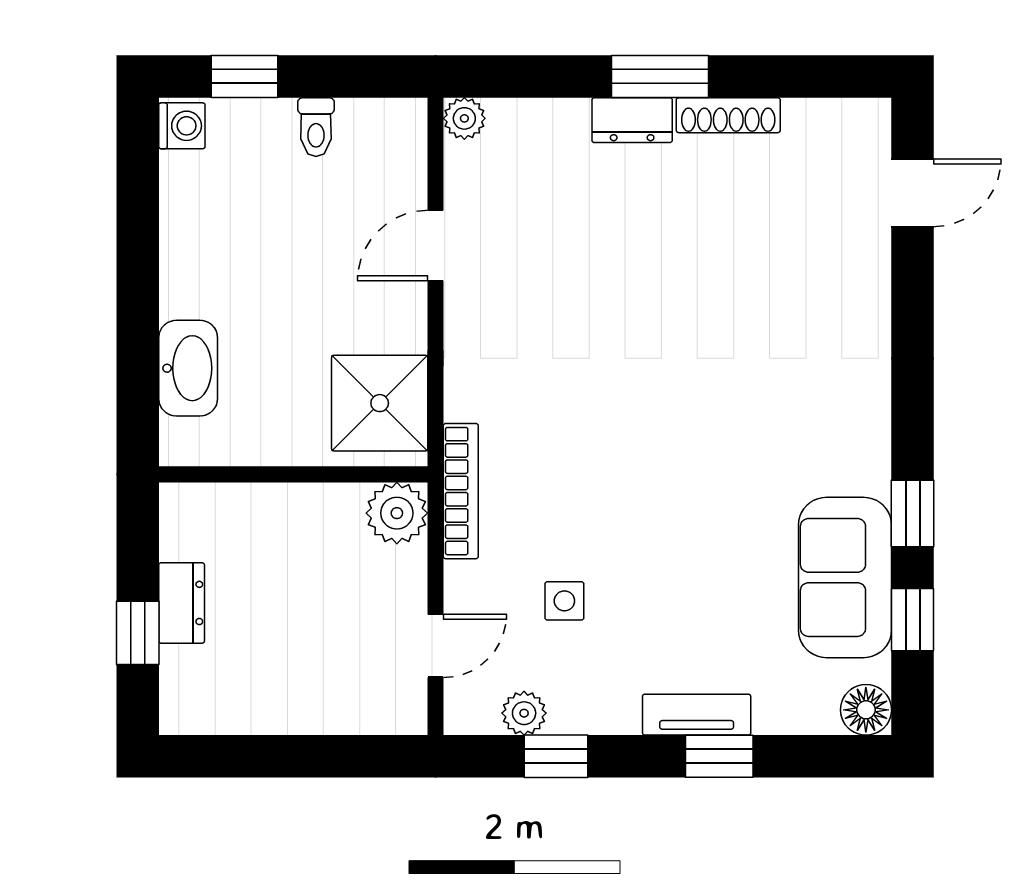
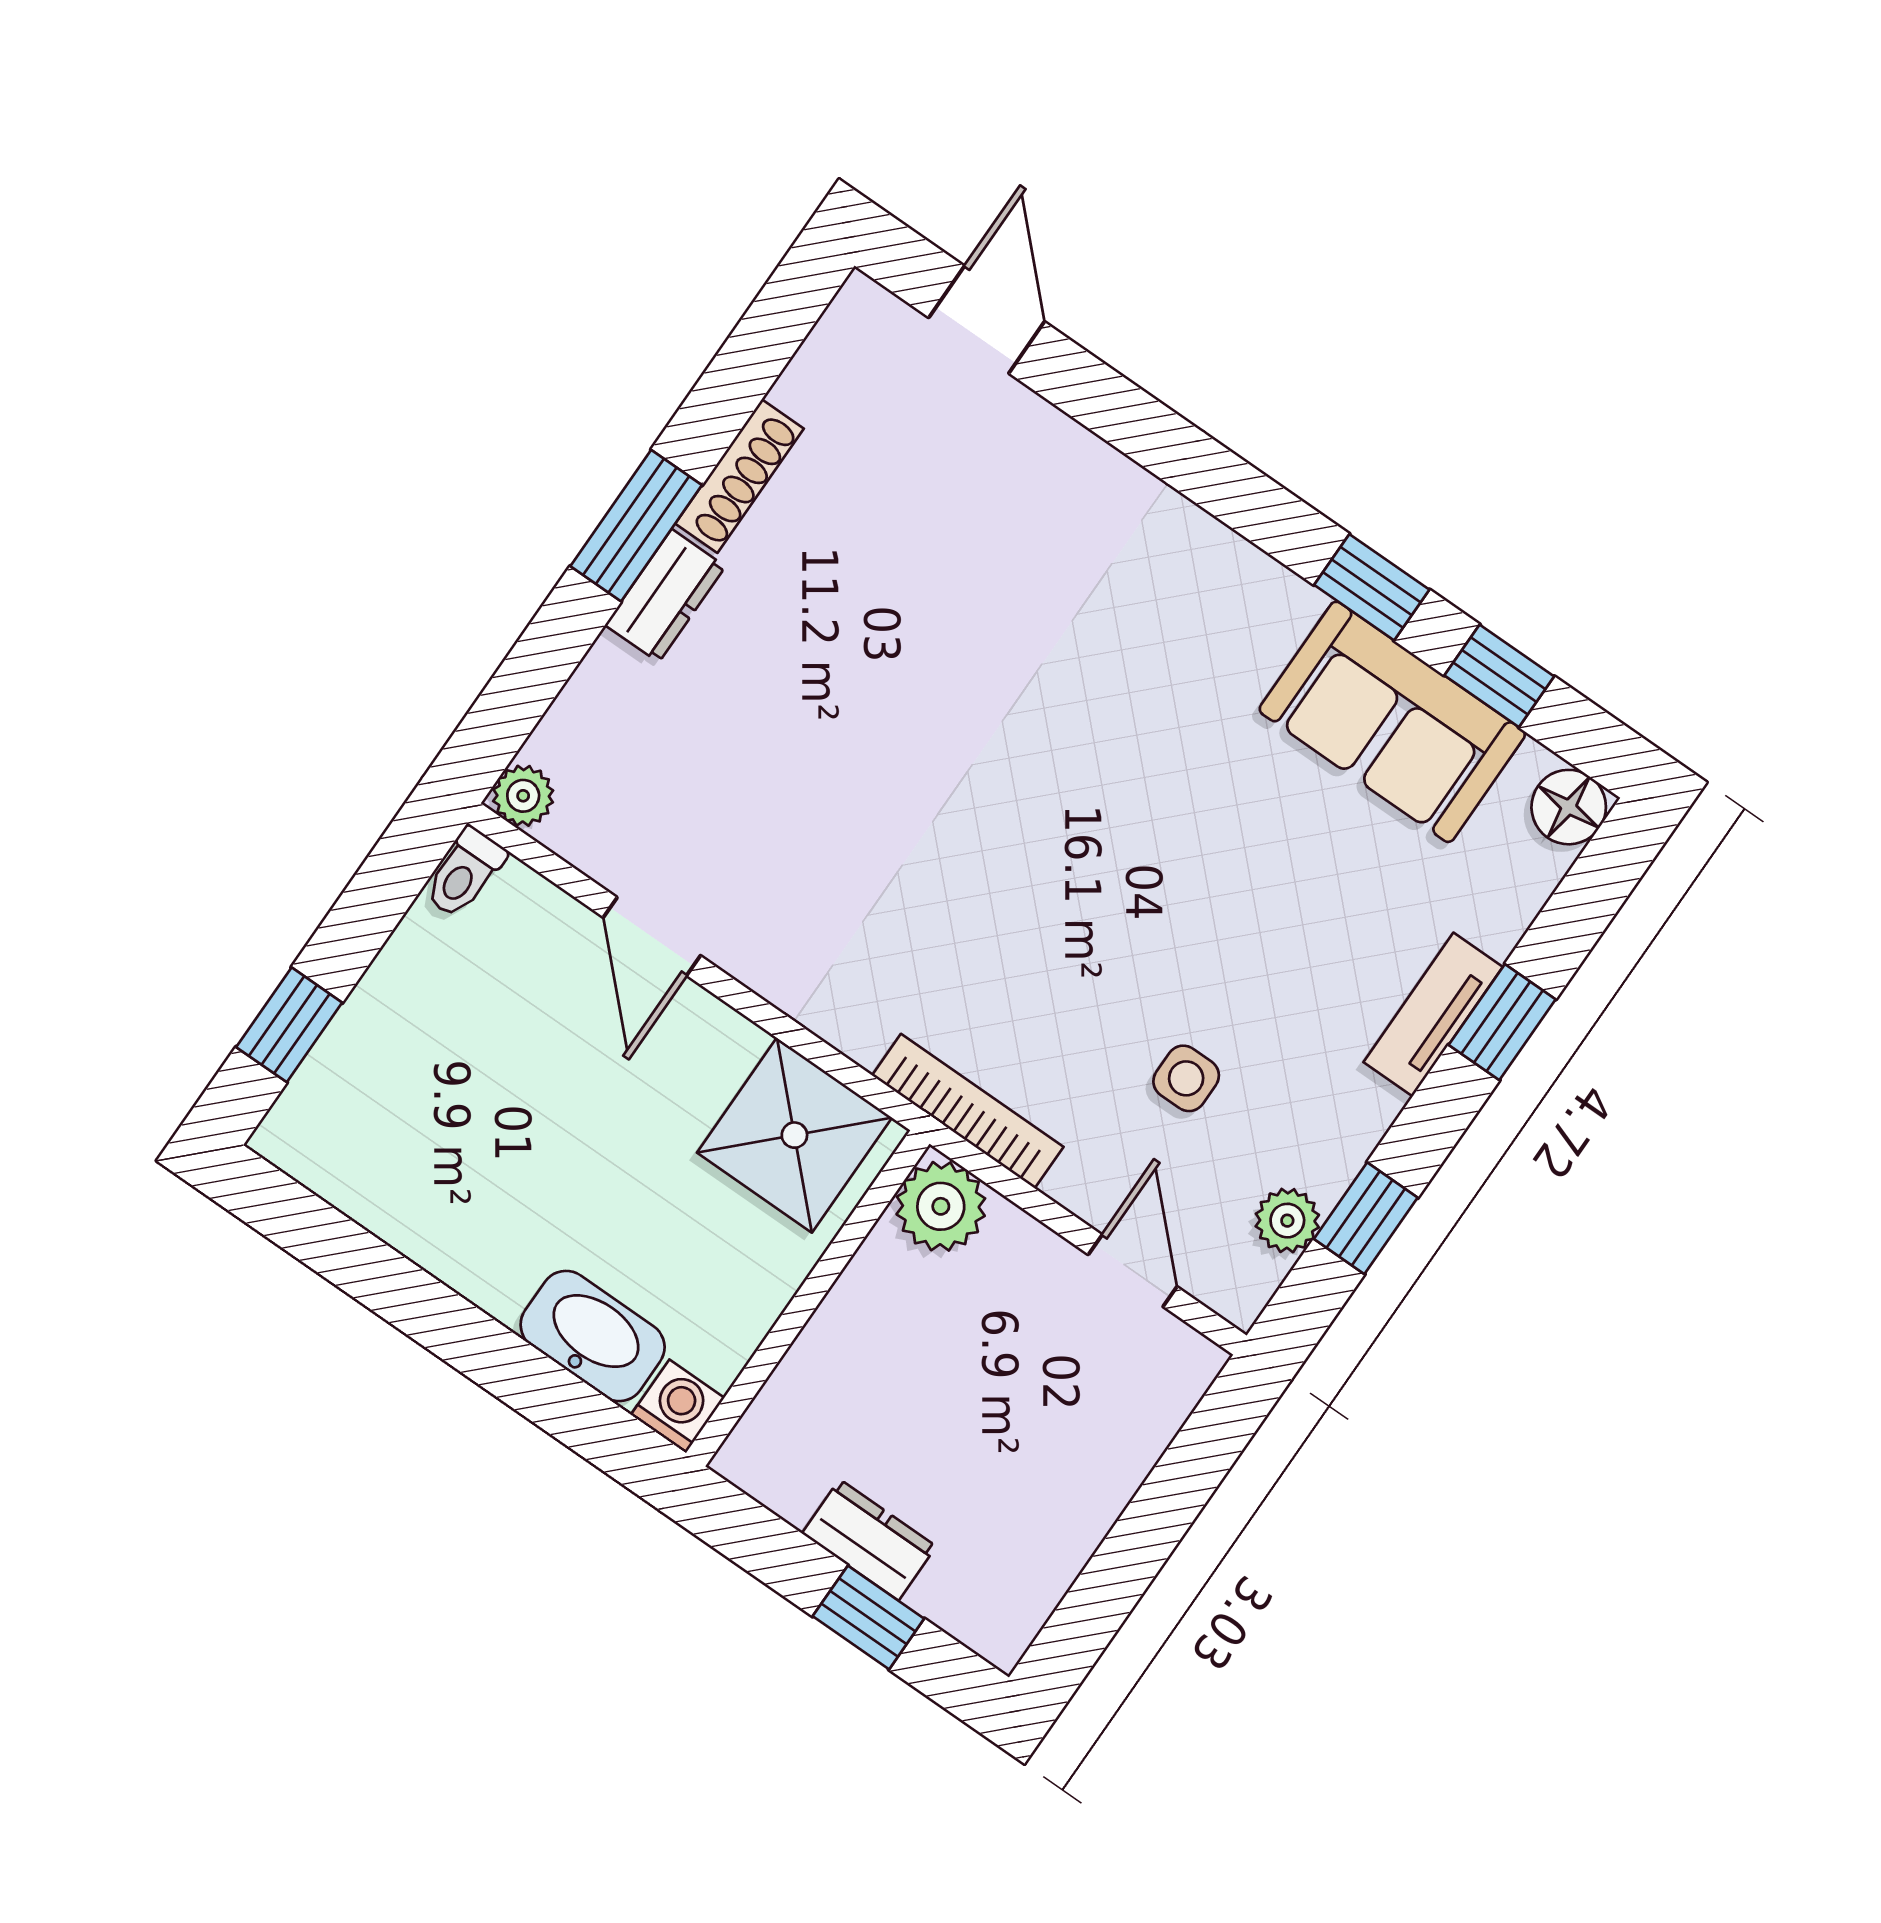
washing machine: (182, 126) -> (678, 1406), moved
toilet: (316, 127) -> (465, 873), moved, turned 90

